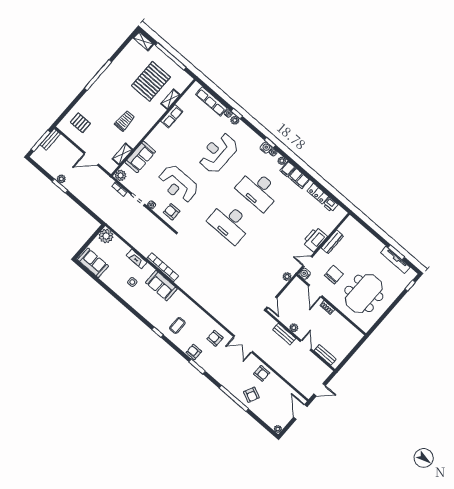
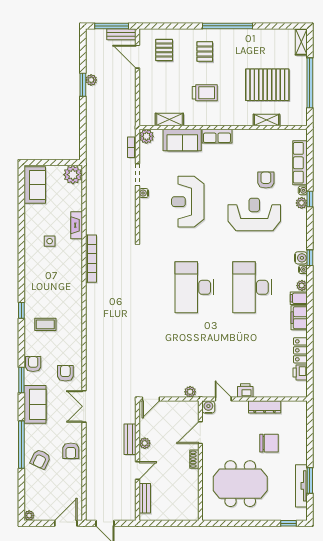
pallet: (101, 100) -> (205, 52), added
row of seats: (172, 116) -> (217, 136), moved
door: (91, 159) -> (137, 57), moved
armchair: (172, 212) -> (266, 180), moved
printer: (315, 239) -> (245, 391), width x0.53, depth x0.68
chair: (334, 275) -> (269, 443), moved
sofa: (161, 286) -> (35, 404), moved, turned 180

